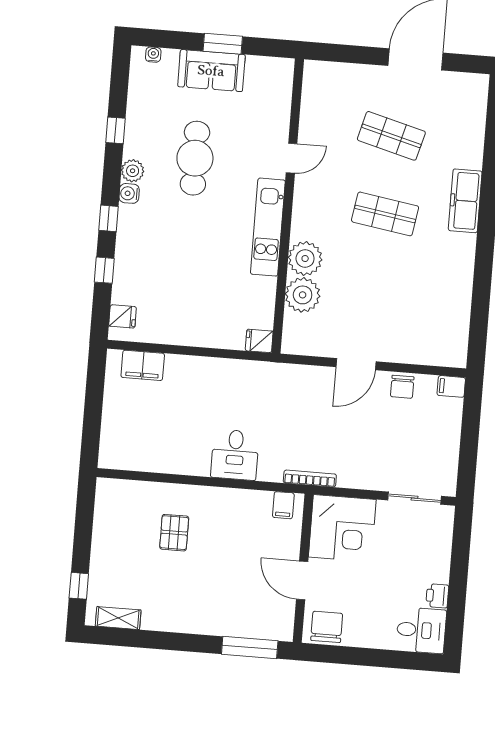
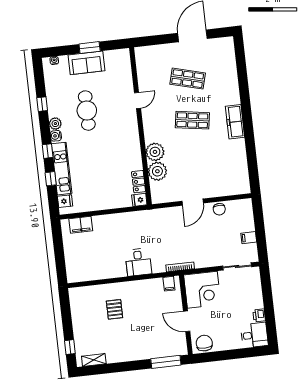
freezer: (465, 201) -> (235, 122), moved
kitchen unit: (268, 227) -> (62, 169), moved, turned 180
locker: (264, 307) -> (139, 182), added
filing cabinet: (451, 386) -> (249, 238), moved

